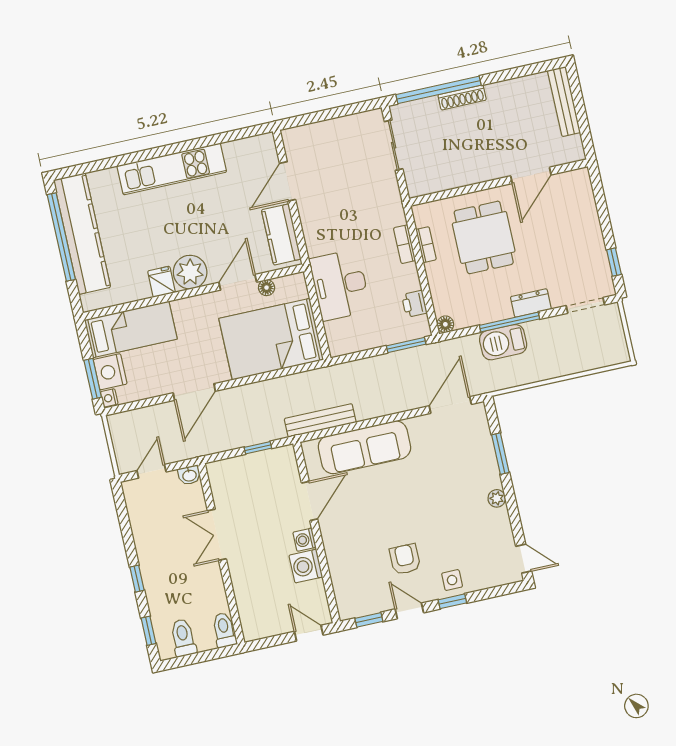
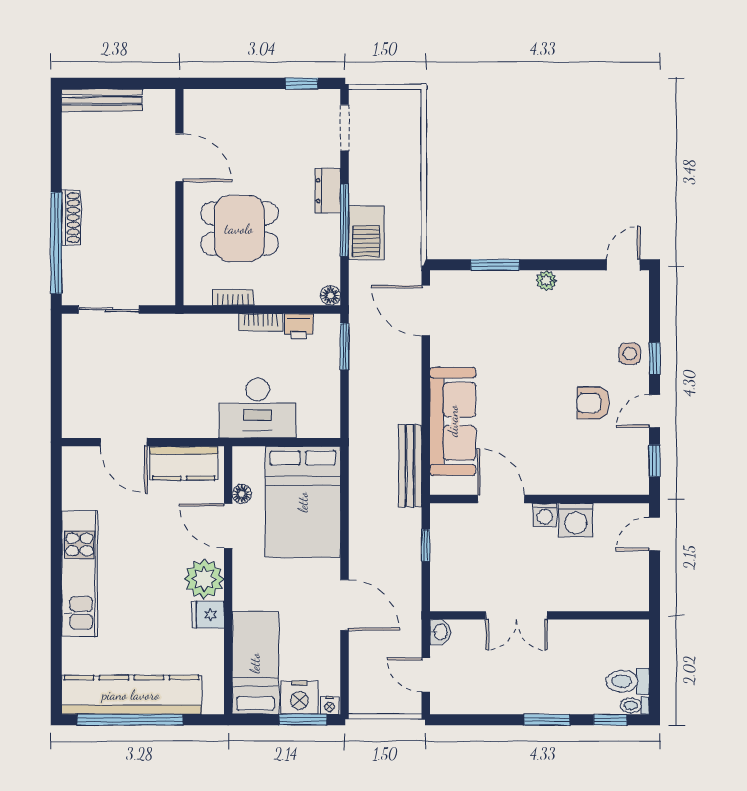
bookcase: (405, 244) -> (261, 322), moved
window: (137, 579) -> (547, 720), width x1.50
toilet: (224, 630) -> (635, 705), moved, width x0.73, depth x0.72

